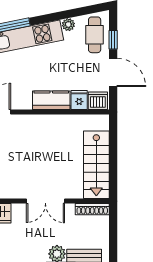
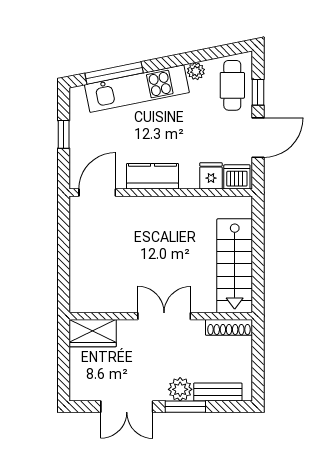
door: (113, 72) -> (258, 138), hinge flipped
kitchen counter: (51, 100) -> (152, 176), moved
double door: (45, 201) -> (164, 316), swing flipped

